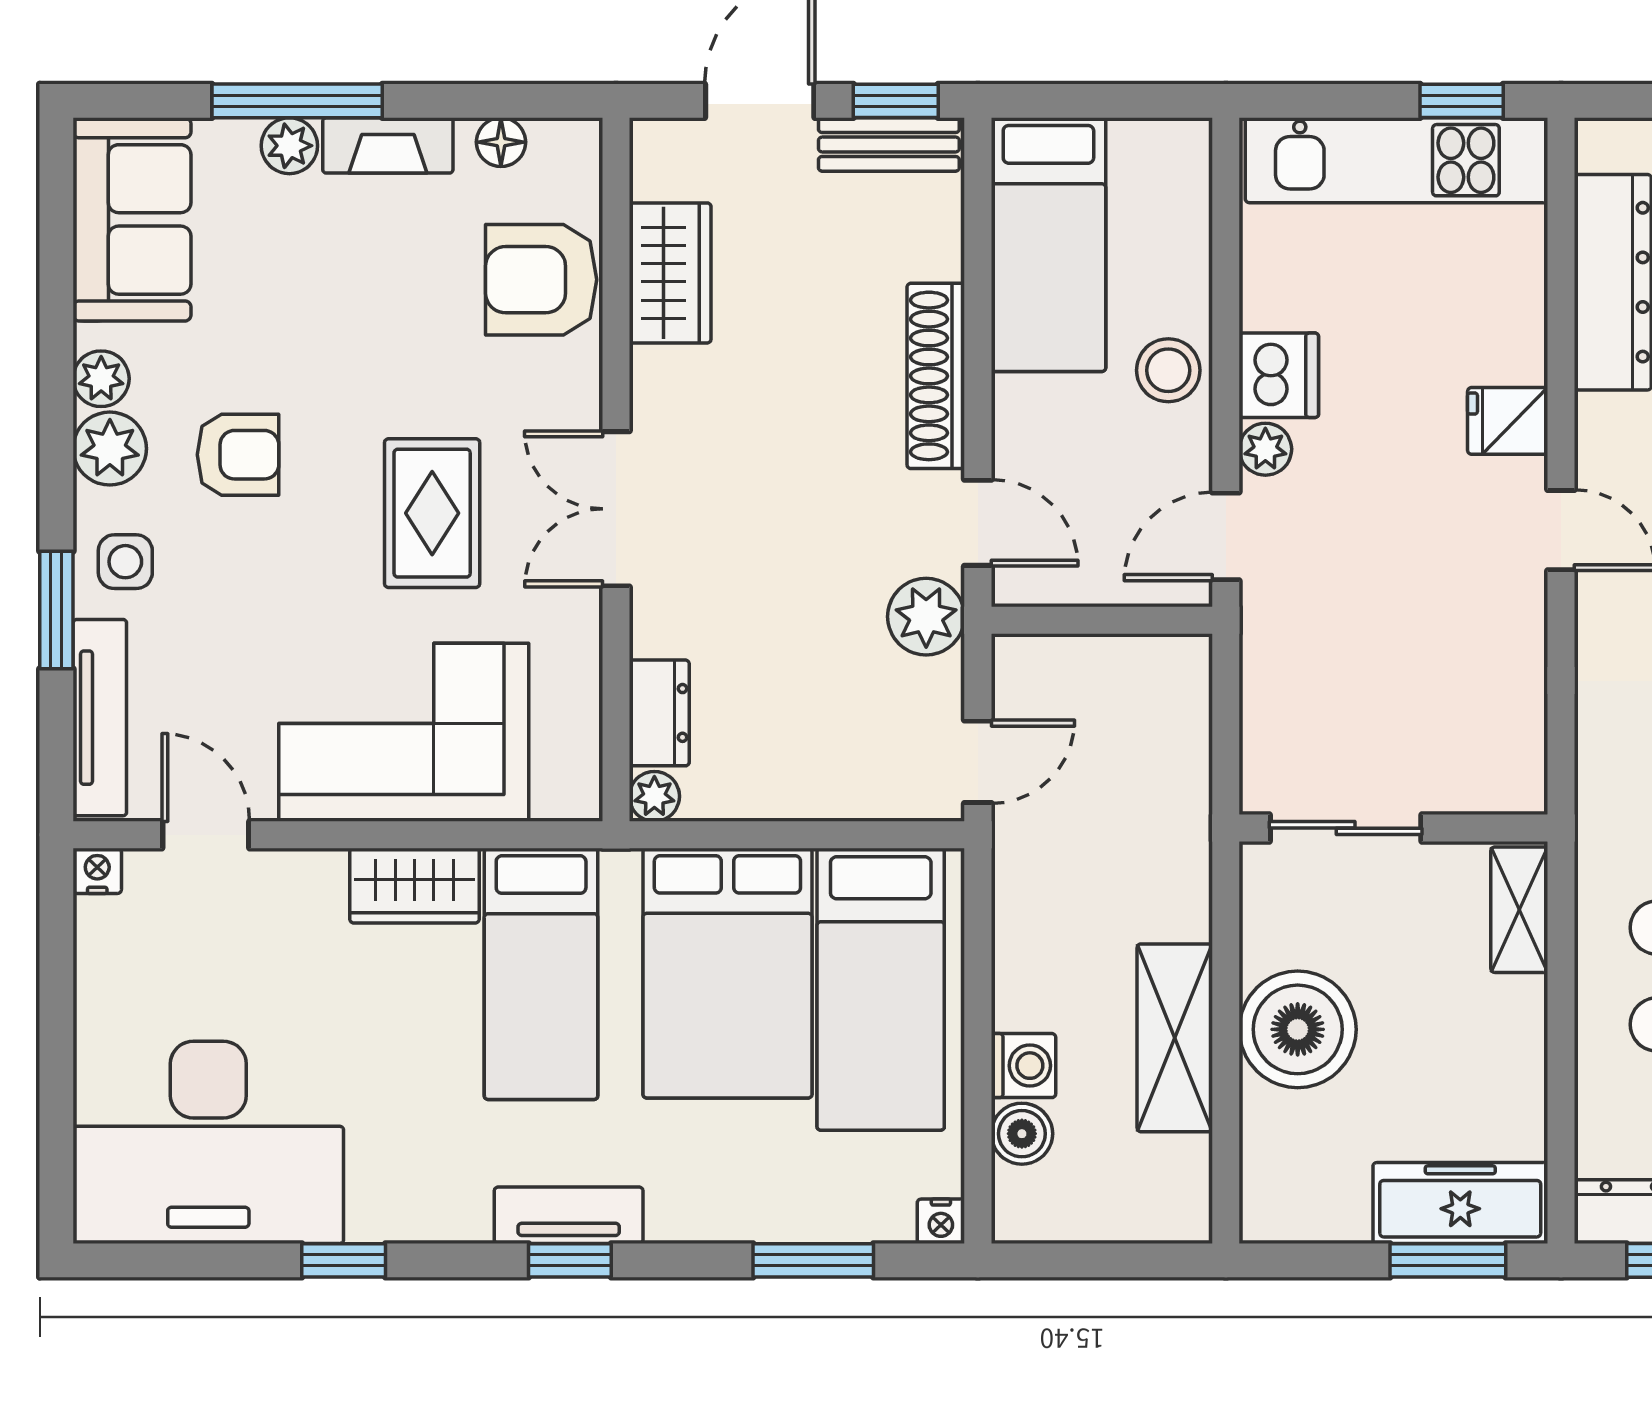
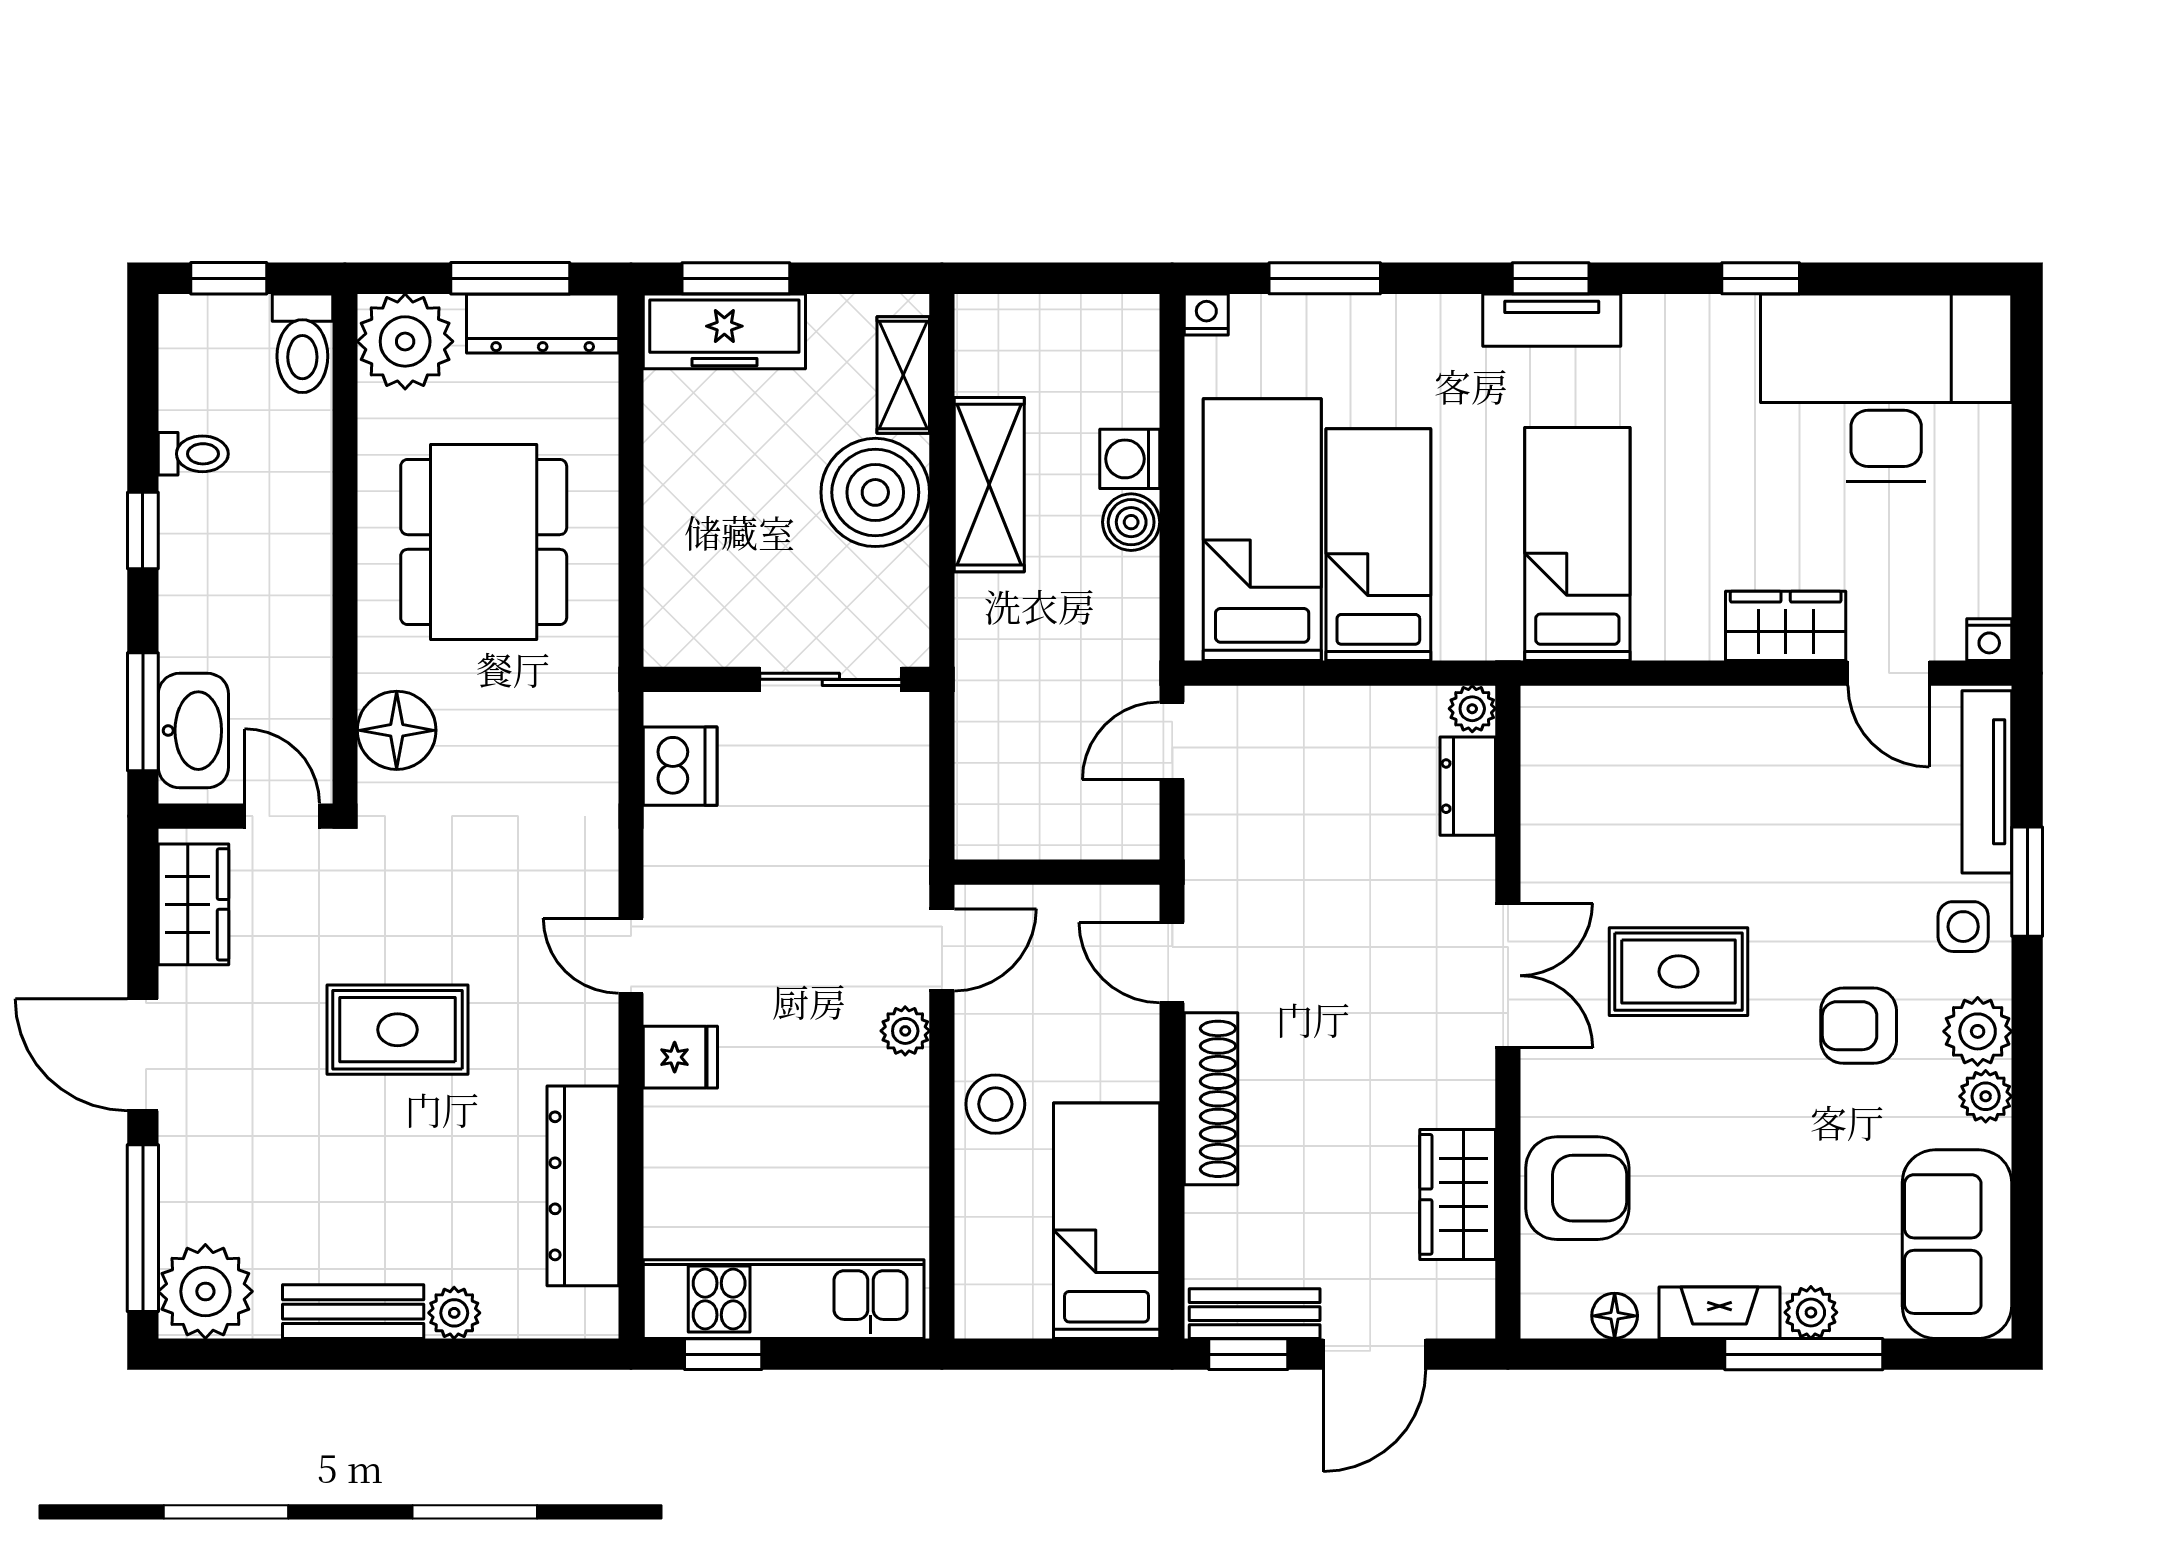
dishwasher: (1279, 375) -> (680, 766), moved, turned 180
rug: (432, 513) -> (1678, 972), turned 90
plant: (926, 617) -> (1220, 875), removed
corner sofa: (404, 732) -> (1705, 768), removed
wardrobe: (414, 886) -> (1786, 626), moved
shelving: (1519, 910) -> (903, 375), moved
bed: (727, 973) -> (1378, 545), width x0.67
boiler: (1022, 1134) -> (1131, 522), moved

